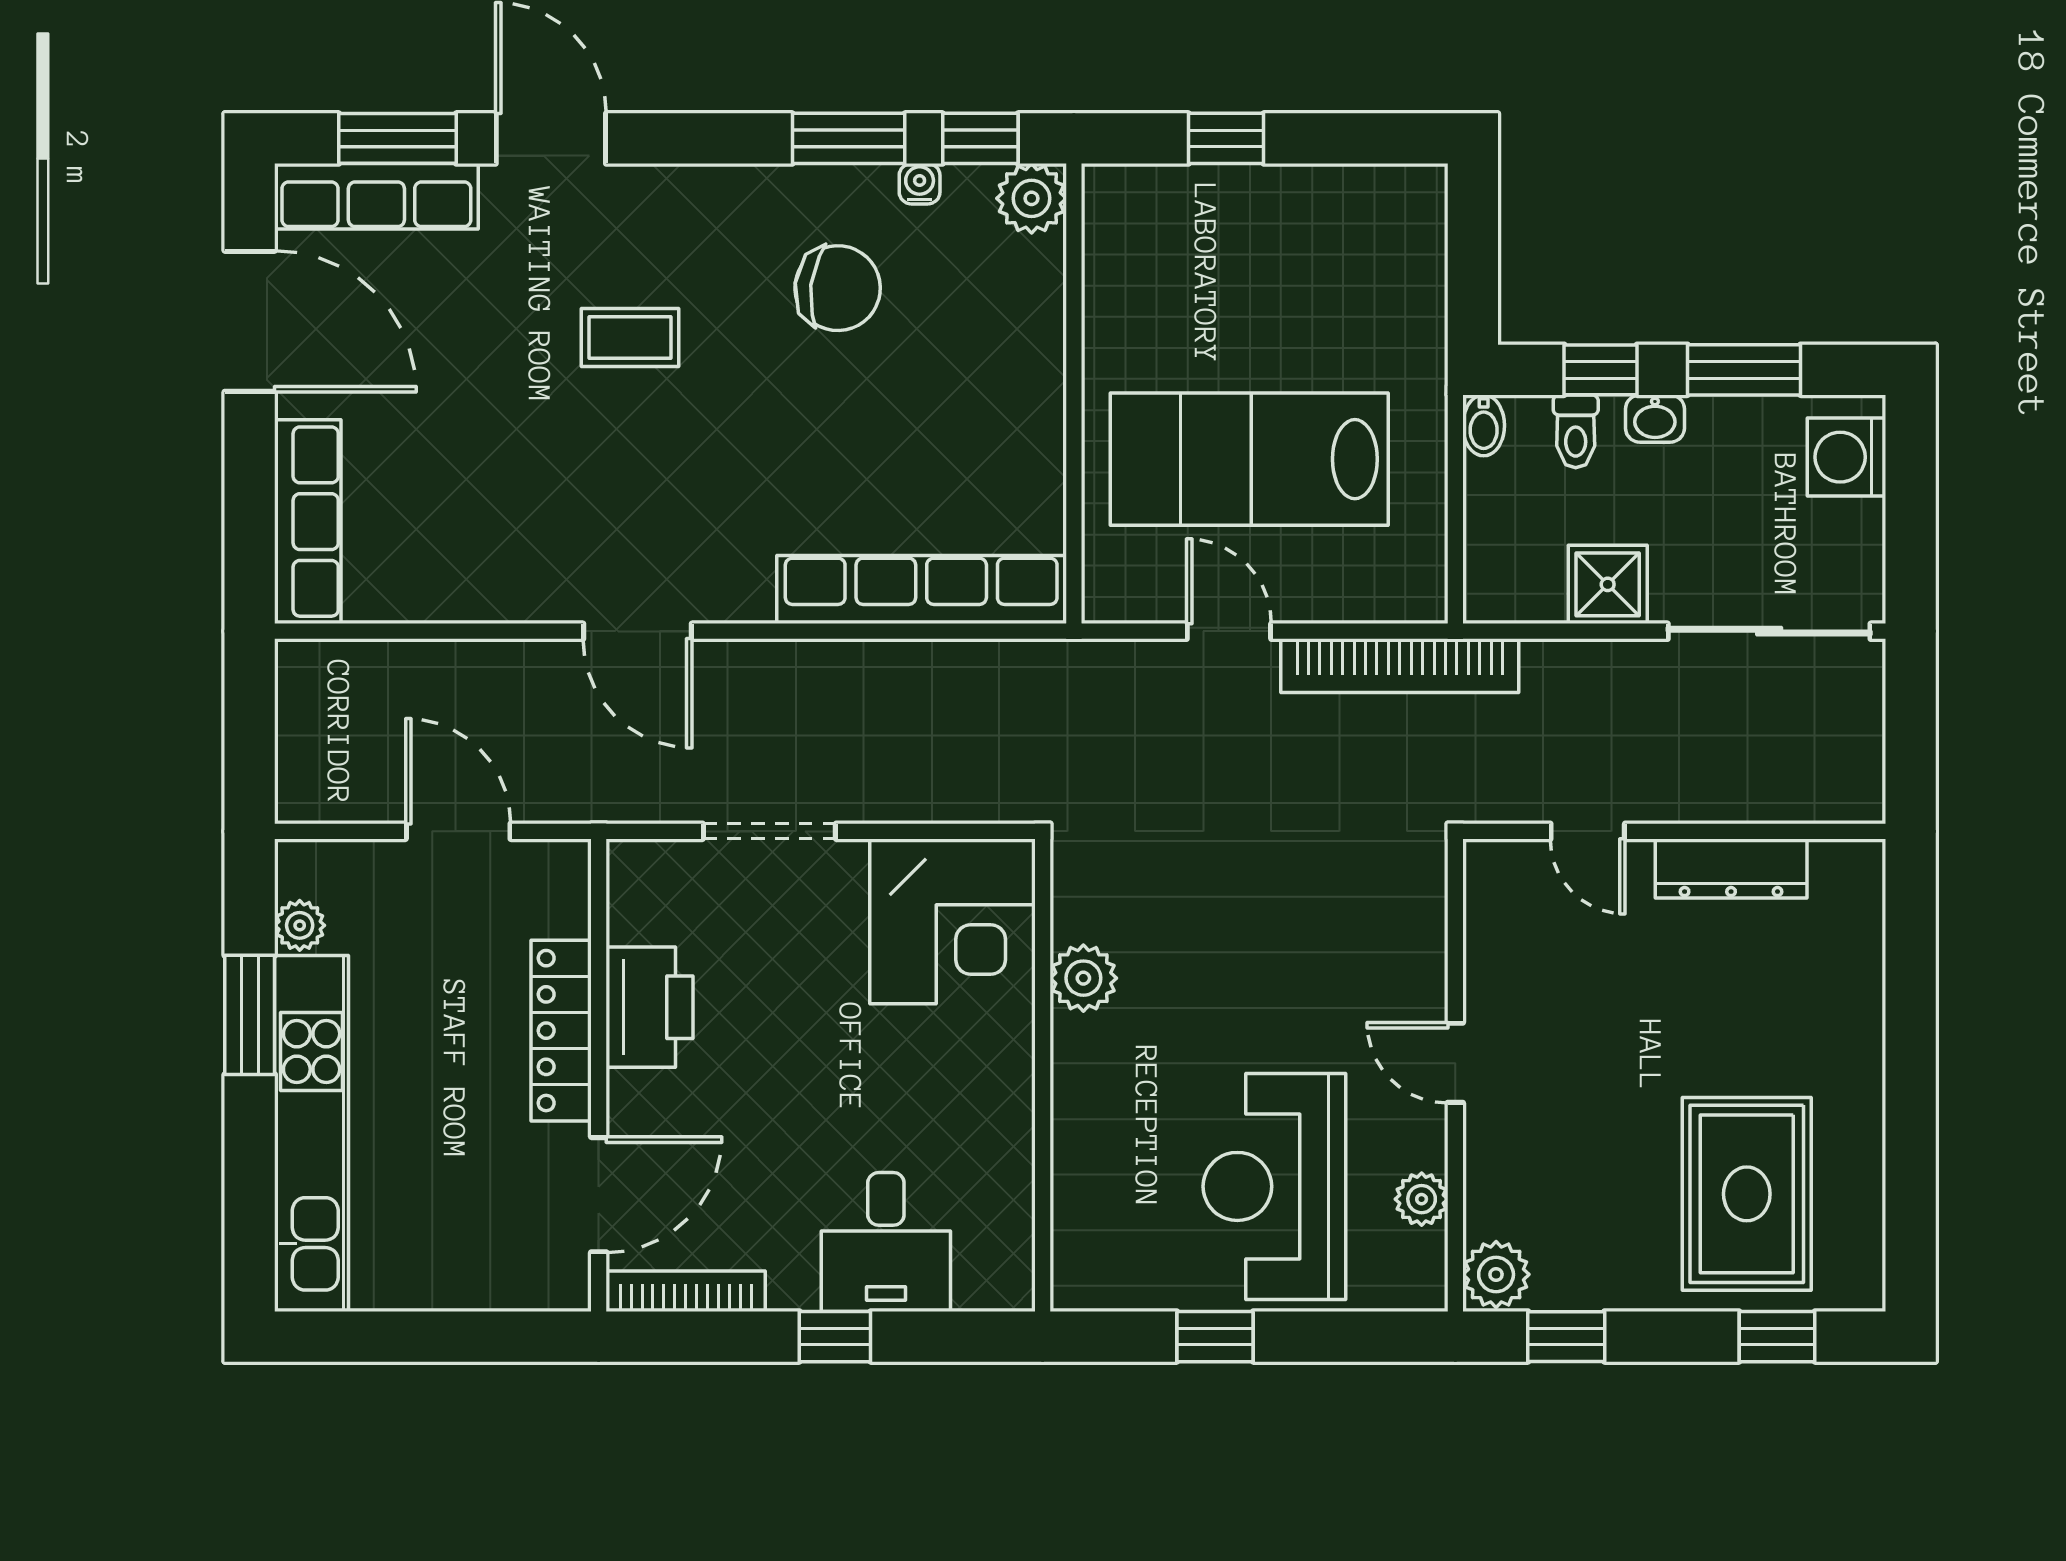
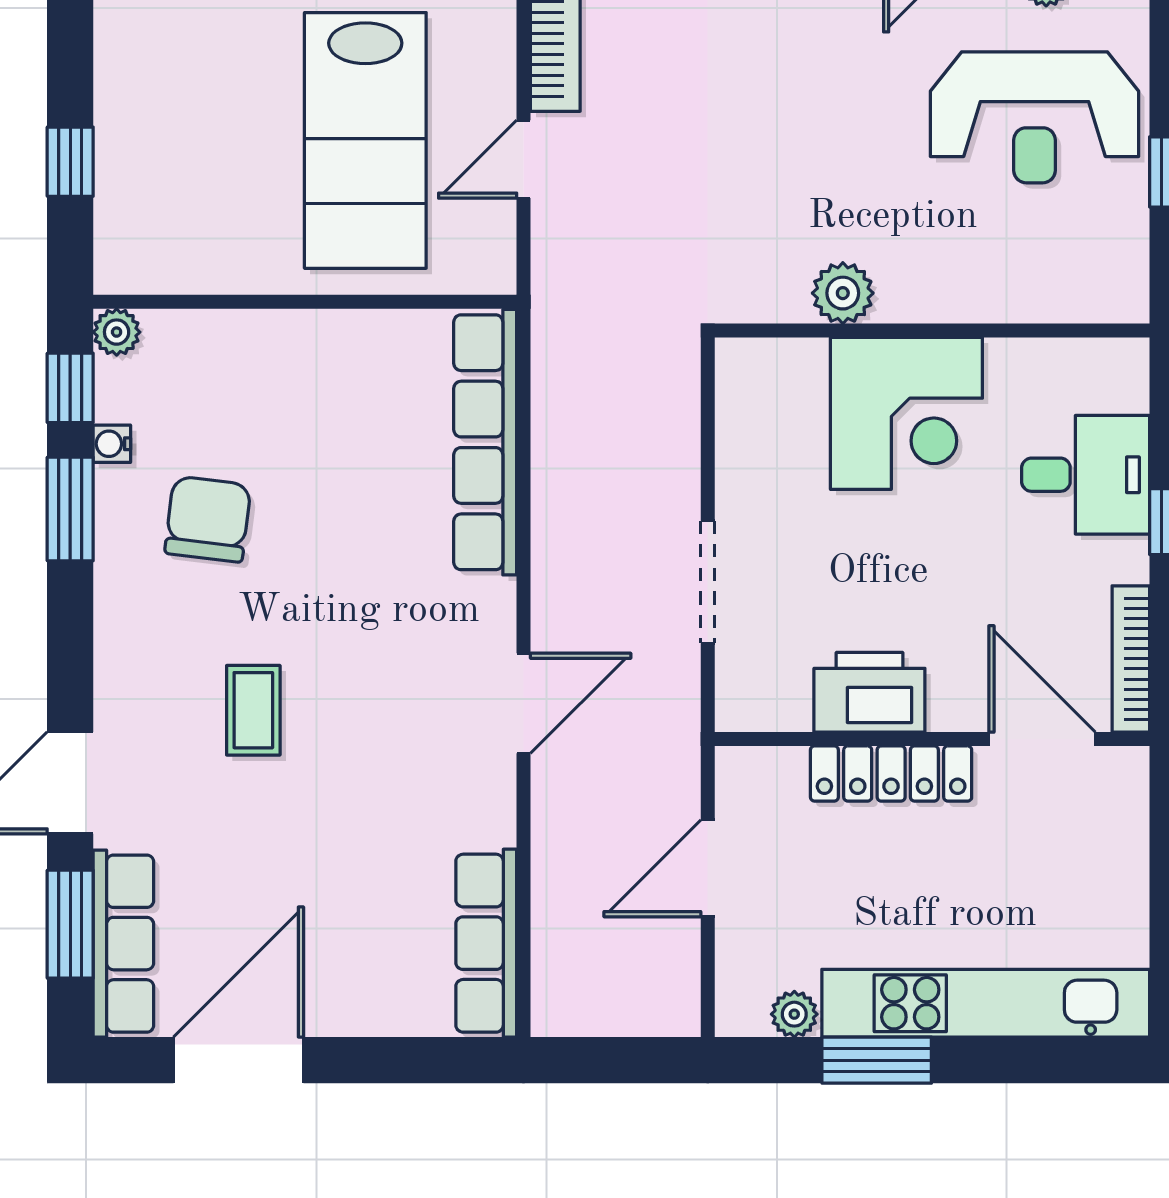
plant: (1032, 198) -> (117, 332), width x0.73, depth x0.73
row of seats: (308, 522) -> (486, 943), moved, turned -90
corner desk: (953, 921) -> (906, 413), moved, turned 90

